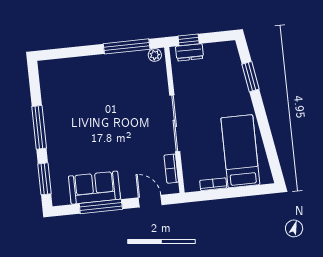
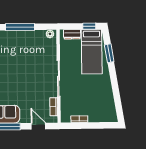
window: (189, 40) -> (89, 26), moved
window: (127, 46) -> (20, 27), moved
bed: (240, 151) -> (92, 52), moved, turned 180

